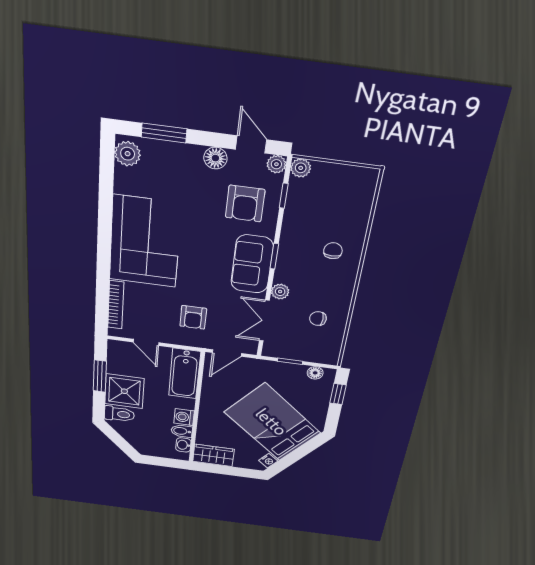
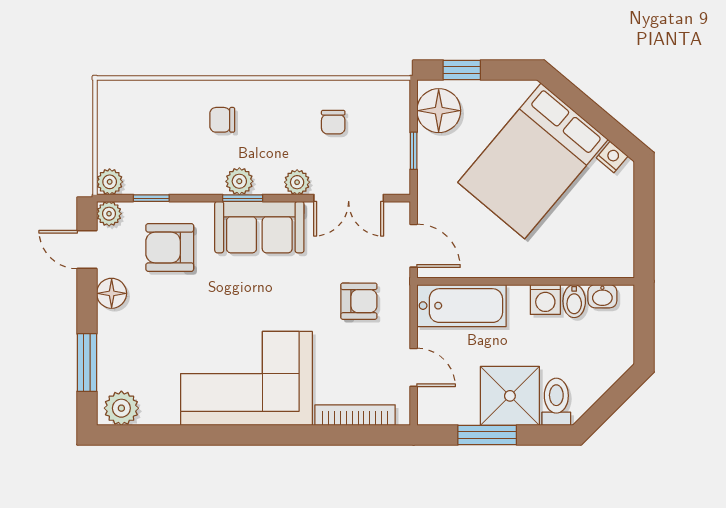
door: (251, 144) -> (87, 250), hinge flipped
armchair: (245, 204) -> (170, 247), turned 180
plant: (287, 256) -> (239, 181), added
door: (146, 342) -> (414, 367), hinge flipped
floor lamp: (315, 373) -> (439, 111), width x1.89, depth x1.89
wardrobe: (213, 455) -> (616, 246), removed

